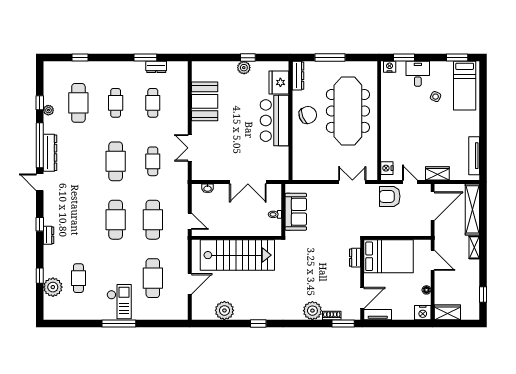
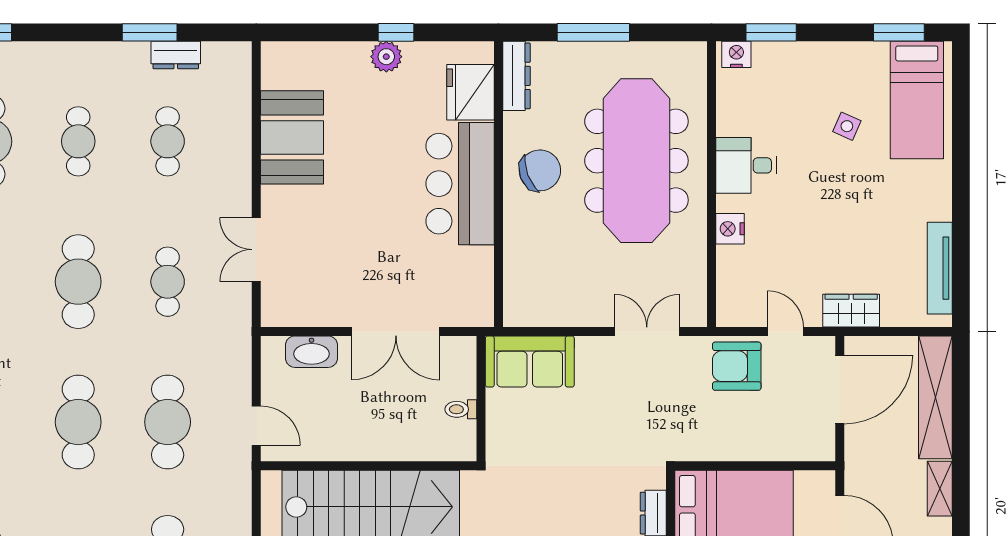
desk: (418, 74) -> (746, 165), moved, turned -90
nightstand: (387, 168) -> (730, 229), moved
washbasin: (208, 188) -> (311, 352), width x1.91, depth x1.45
sofa: (296, 212) -> (530, 362), moved, turned 90

